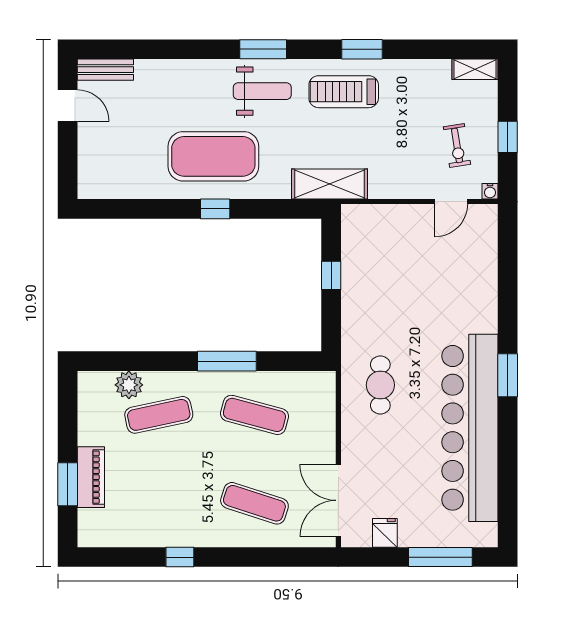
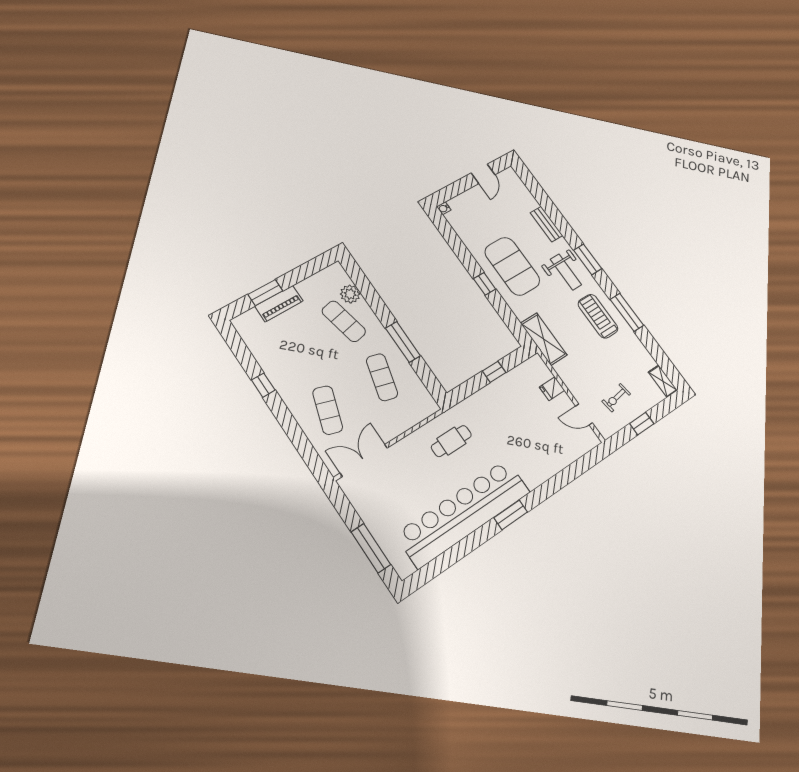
window: (362, 49) -> (627, 312), width x1.44
bench: (105, 70) -> (546, 224), moved
water cooler: (490, 191) -> (444, 208), moved
fridge: (385, 533) -> (552, 389), moved, turned 180

